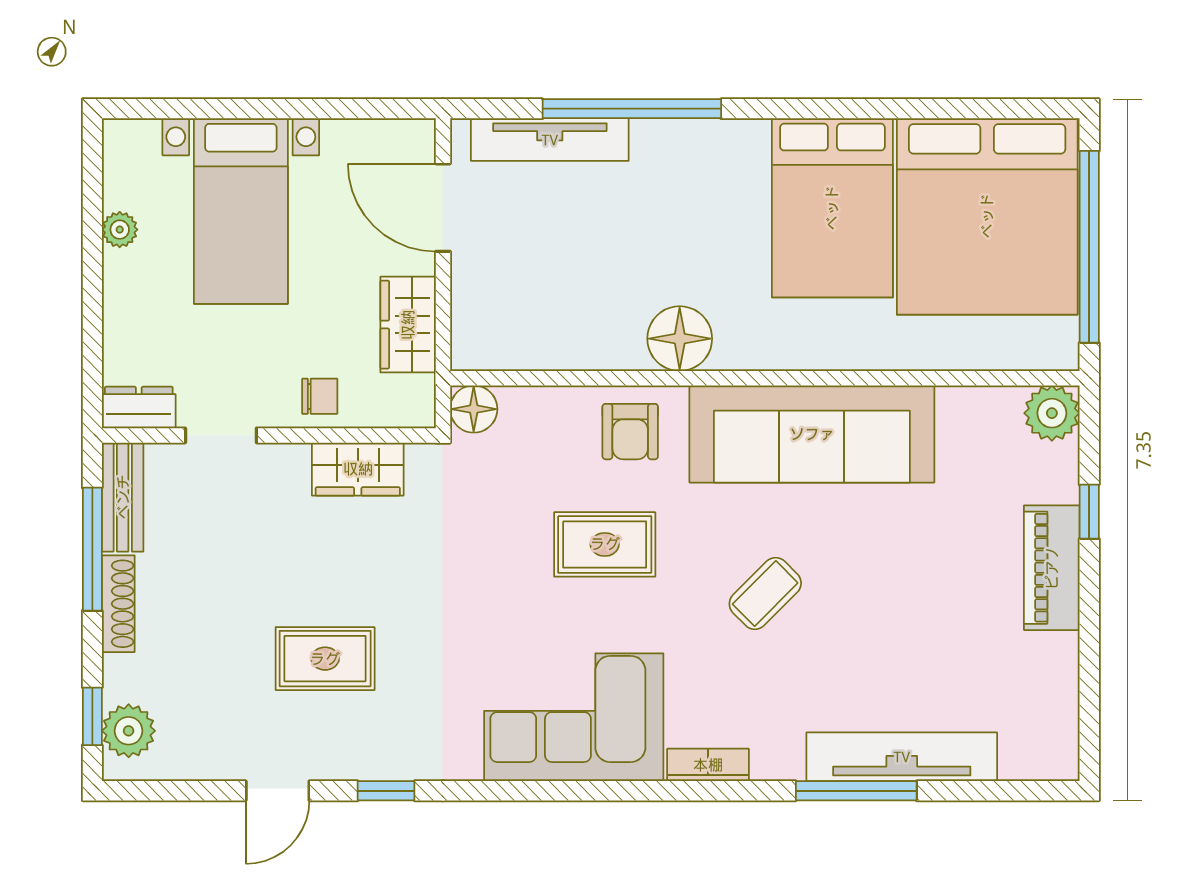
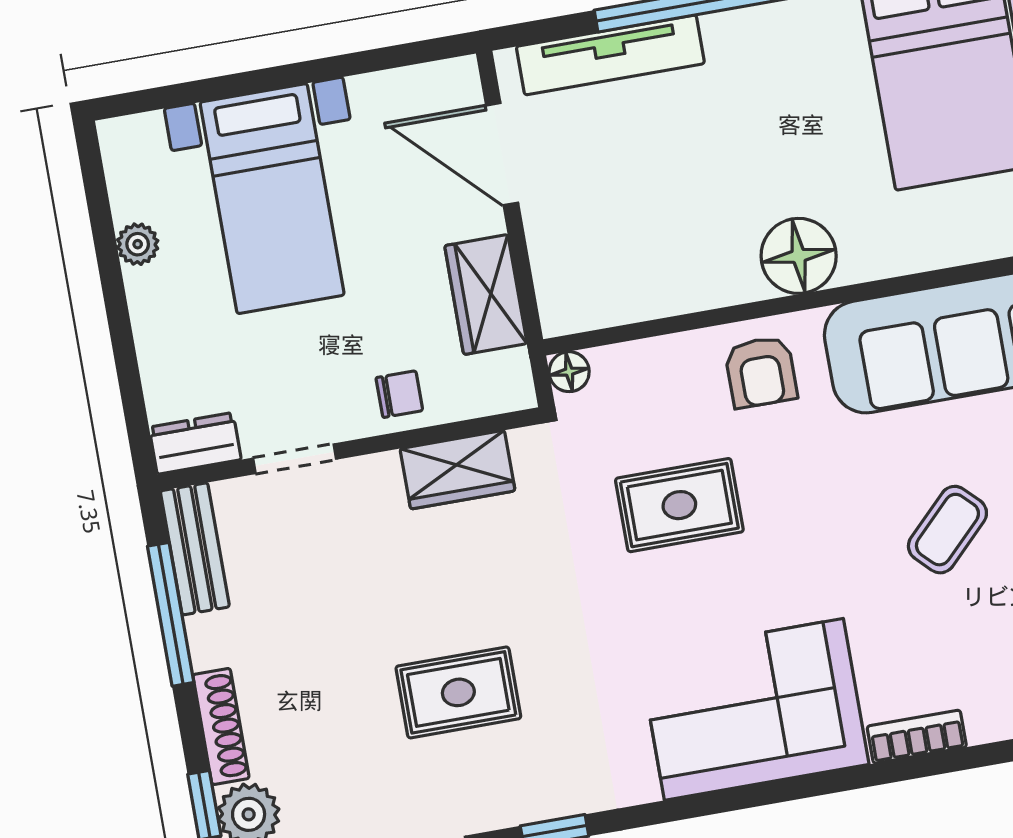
floor lamp: (474, 409) -> (569, 372), width x0.73, depth x0.73
rug: (605, 544) -> (679, 505), moved
shoe rack: (118, 604) -> (221, 726), moved

